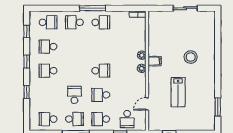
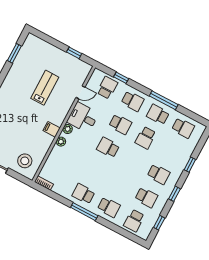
school desk: (48, 22) -> (134, 221), turned -90
stool: (191, 57) -> (25, 161), moved
desk: (134, 84) -> (83, 117), added

